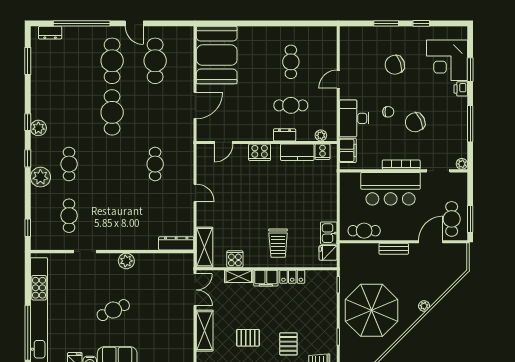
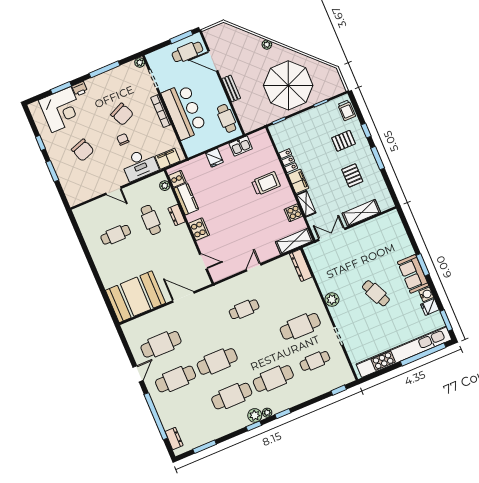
cafe table: (69, 112) -> (232, 396), added
cafe table: (69, 164) -> (273, 379), width x1.37, depth x1.35
plant: (40, 177) -> (267, 413), moved, width x0.53, depth x0.53
cafe table: (112, 216) -> (300, 326), added
fridge: (328, 253) -> (214, 158), moved

